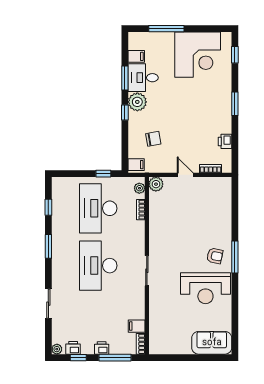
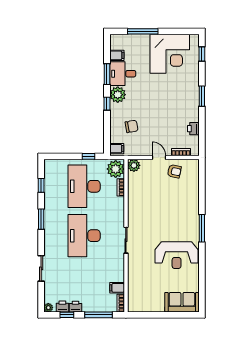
plant: (139, 188) -> (116, 169), width x1.88, depth x1.88
armchair: (215, 256) -> (174, 171), moved
printer: (102, 348) -> (75, 307), moved

